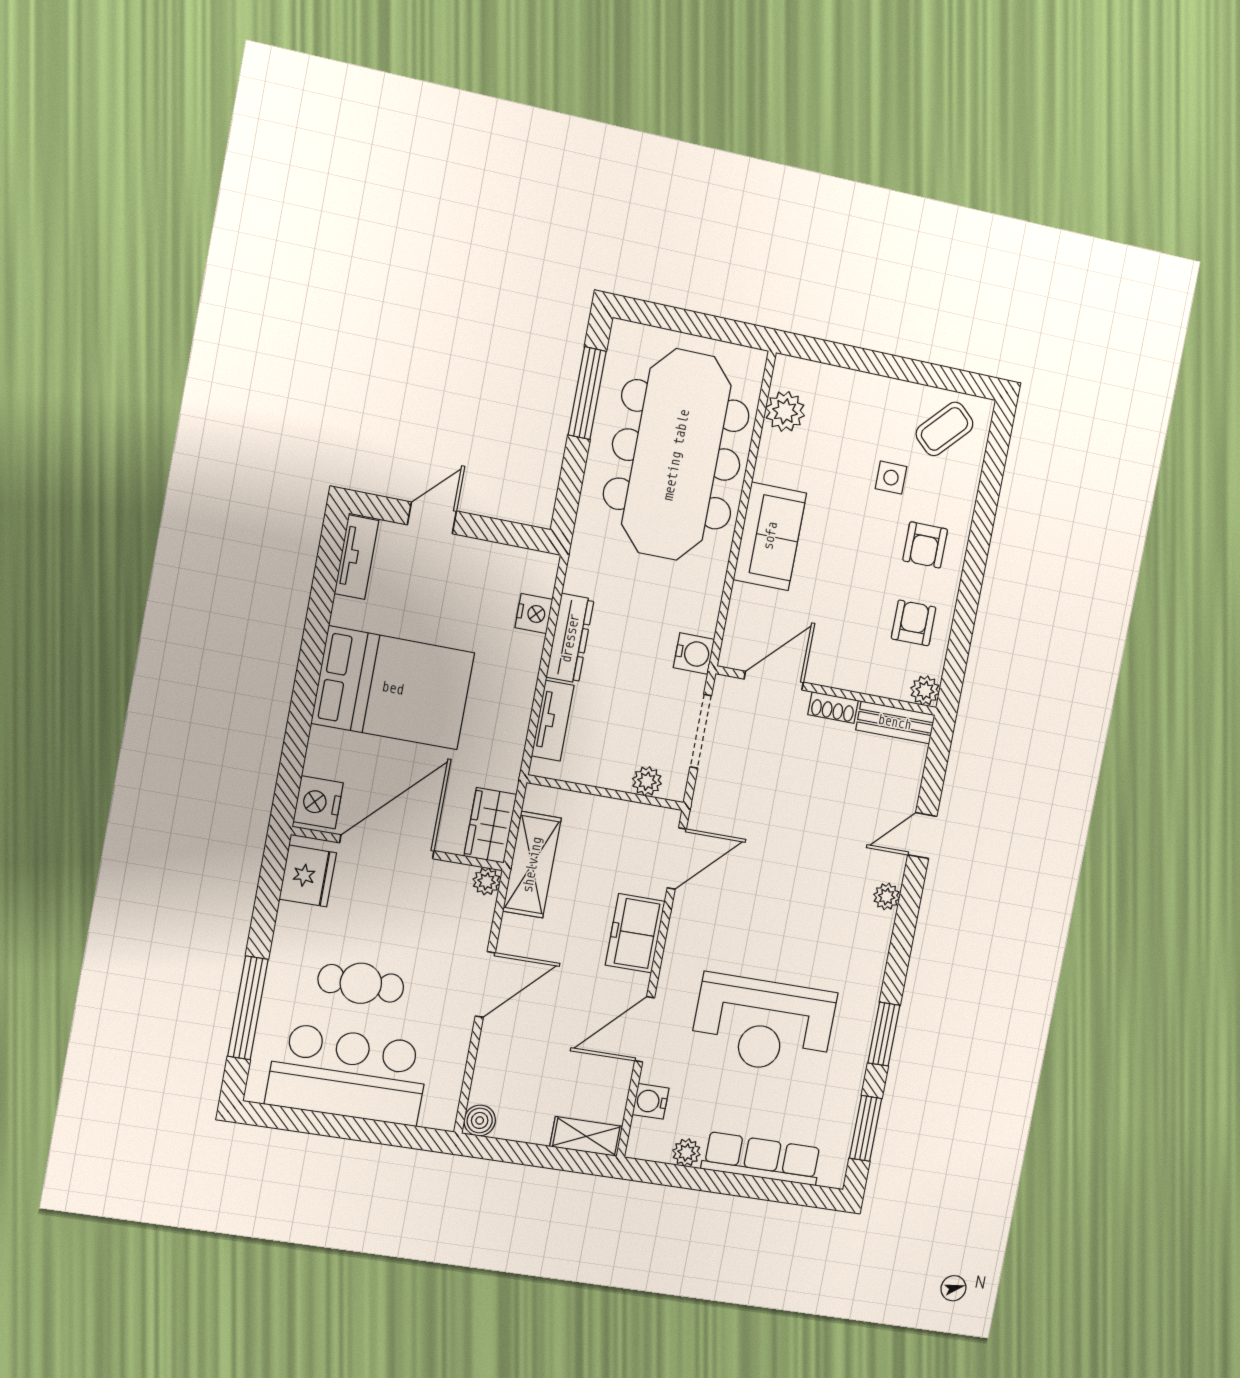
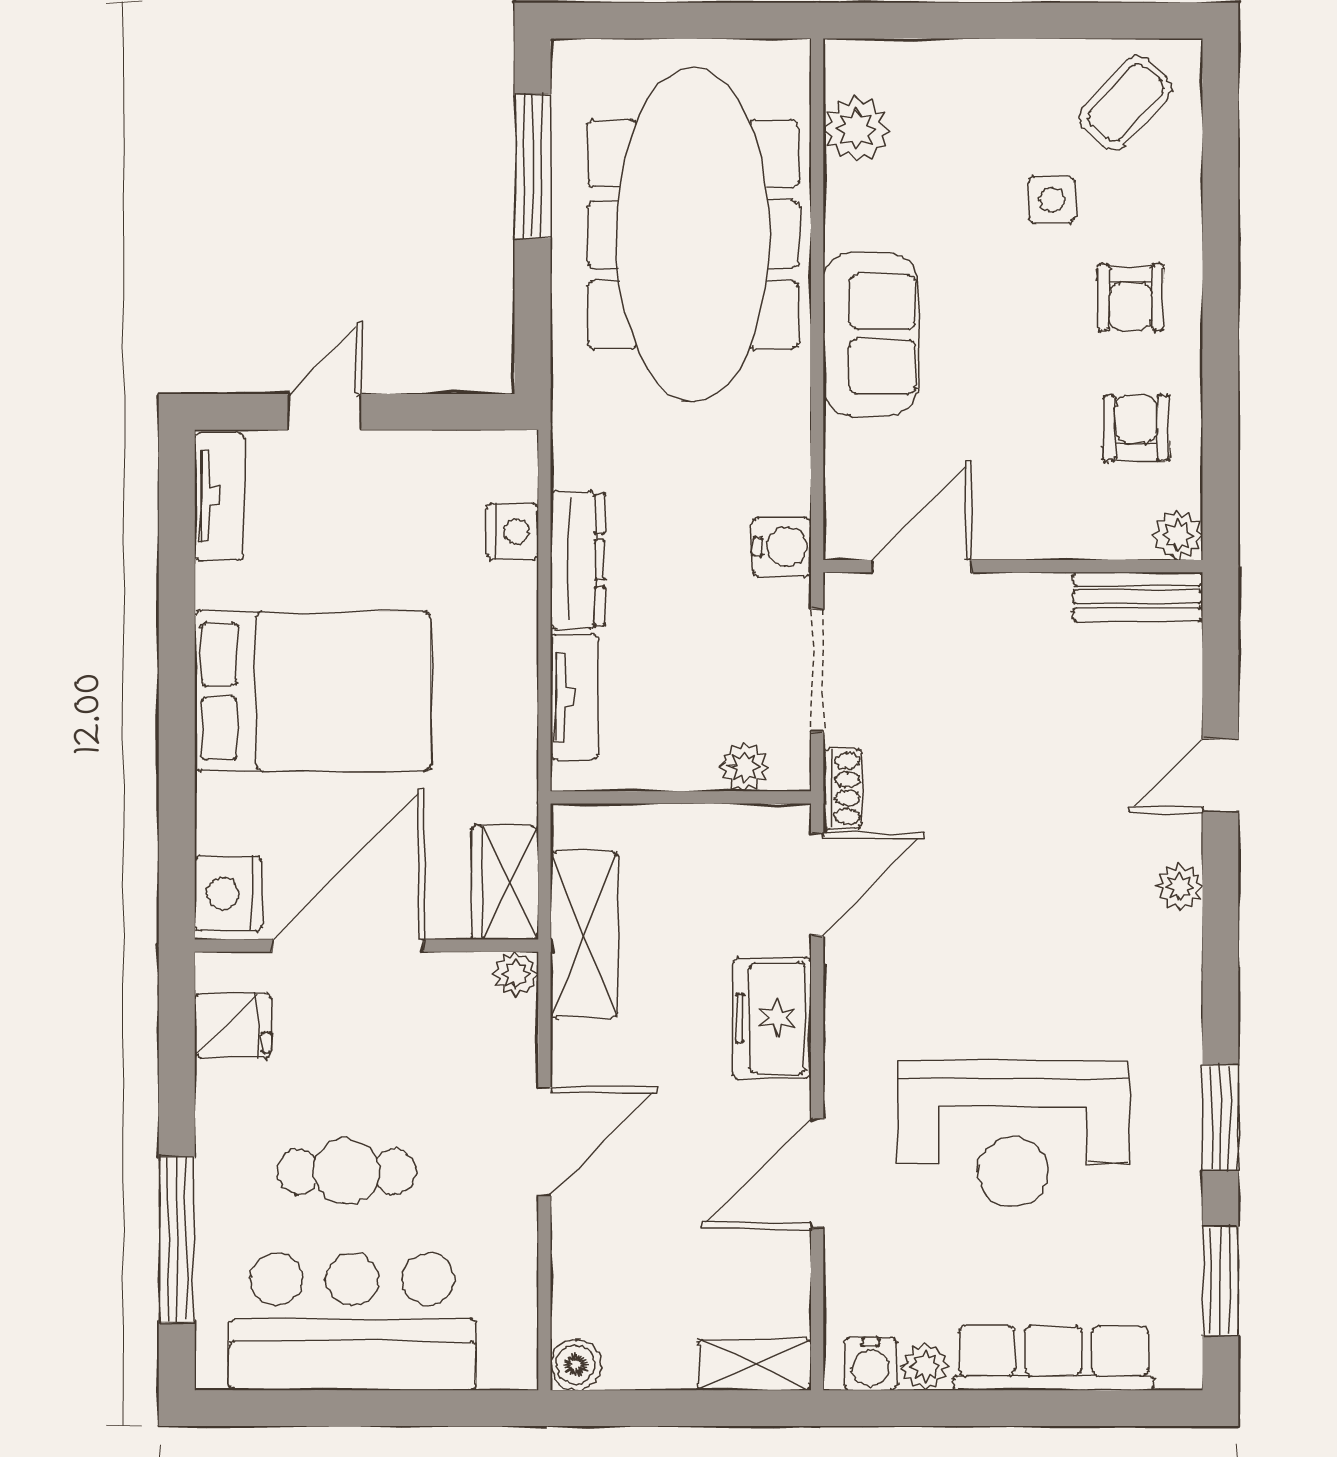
shoe rack: (833, 707) -> (843, 789), moved, turned -90
fridge: (308, 876) -> (233, 1026), width x0.72
water cooler: (651, 1101) -> (870, 1364), moved, turned -90

